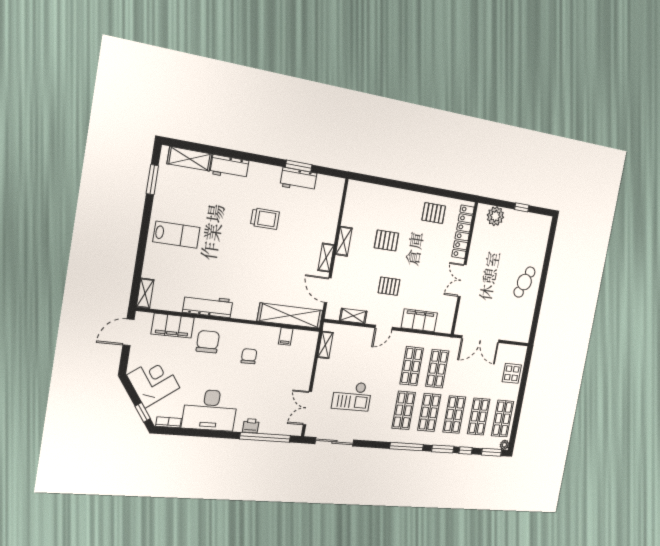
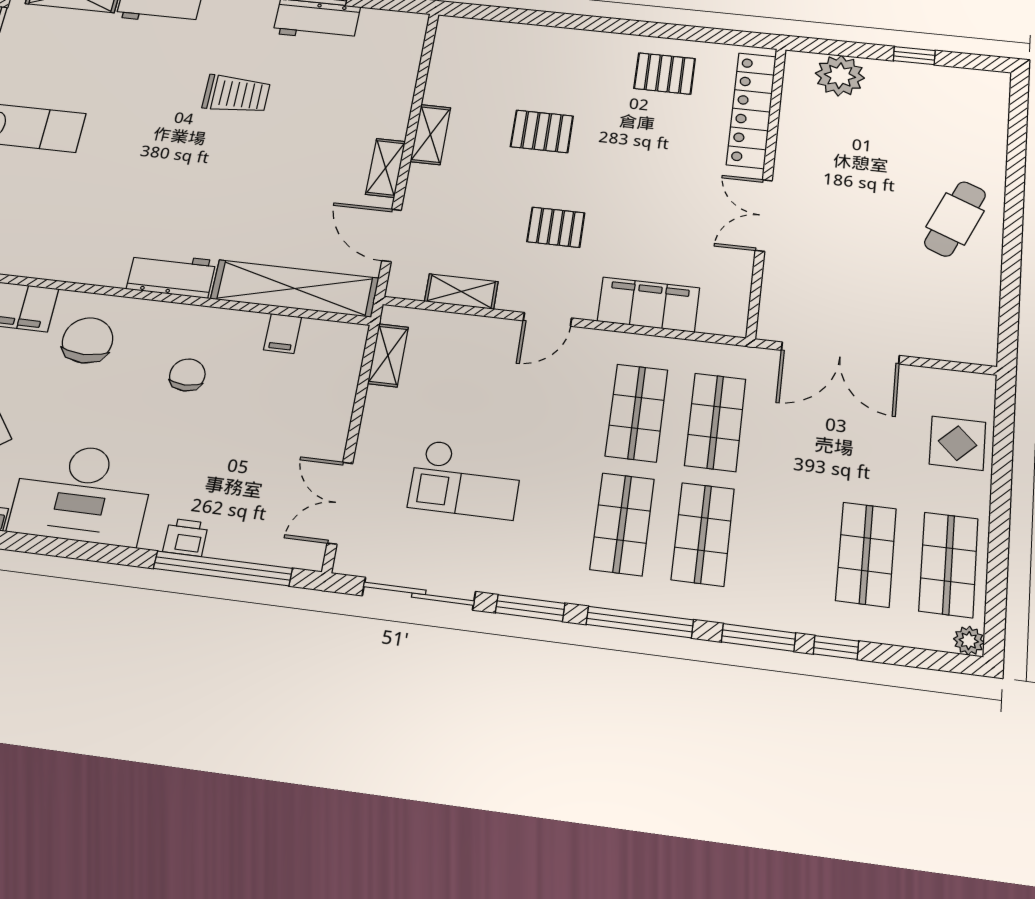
workbench: (208, 306) -> (171, 275), moved, width x0.73
shop shelf: (454, 415) -> (784, 544), removed
window: (492, 452) -> (530, 608), moved

